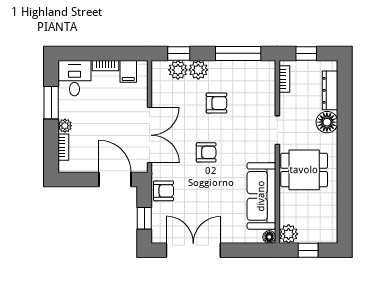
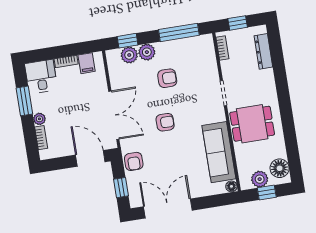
floor lamp: (327, 122) -> (280, 168), moved
armchair: (163, 191) -> (134, 161), turned 90
plant: (289, 234) -> (260, 179), moved

